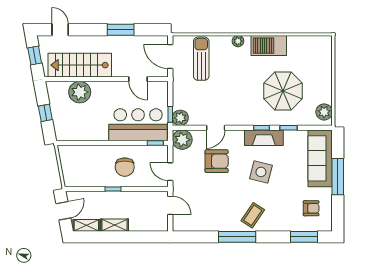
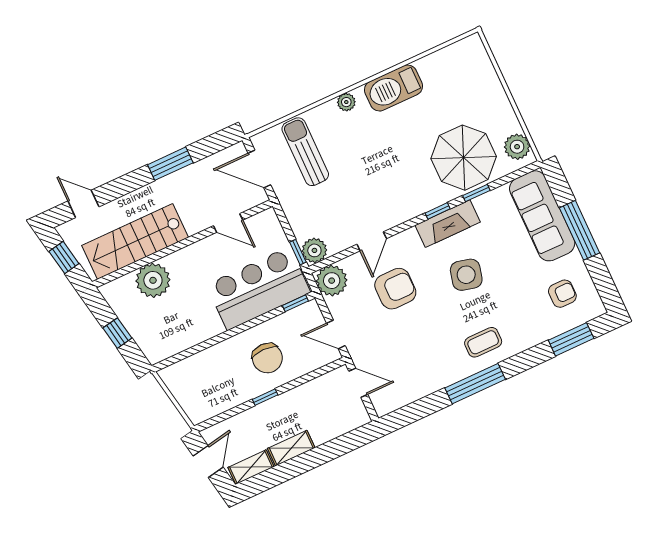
parasol: (283, 91) -> (464, 158), moved
coffee table: (253, 215) -> (483, 342), turned 56

